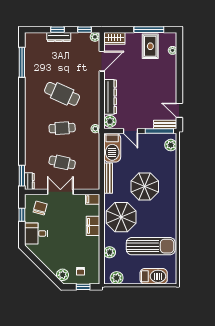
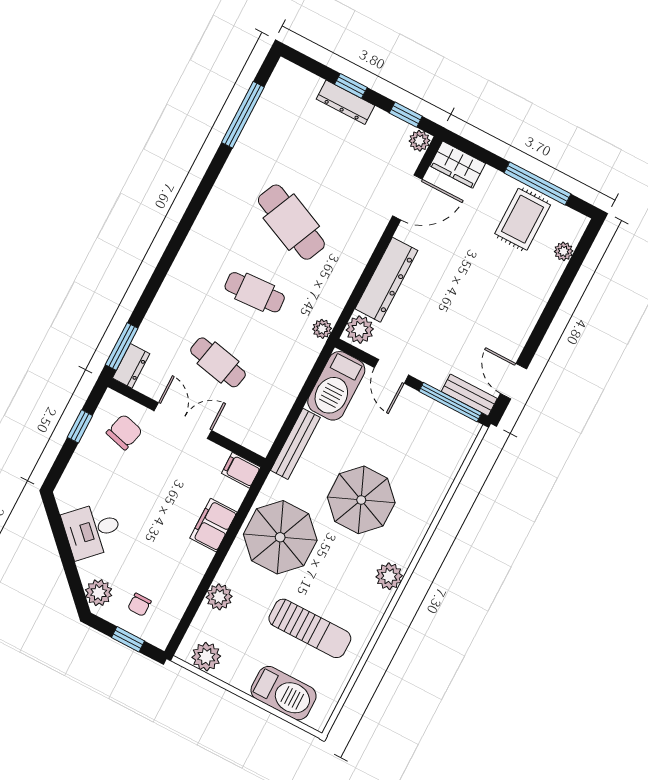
plant: (171, 145) -> (389, 576), moved
desk: (36, 233) -> (92, 530), moved, turned -45
sun lounger: (151, 246) -> (310, 628), width x0.73, depth x0.75

